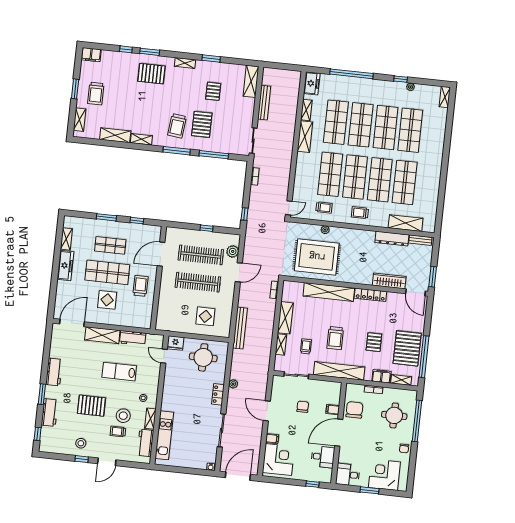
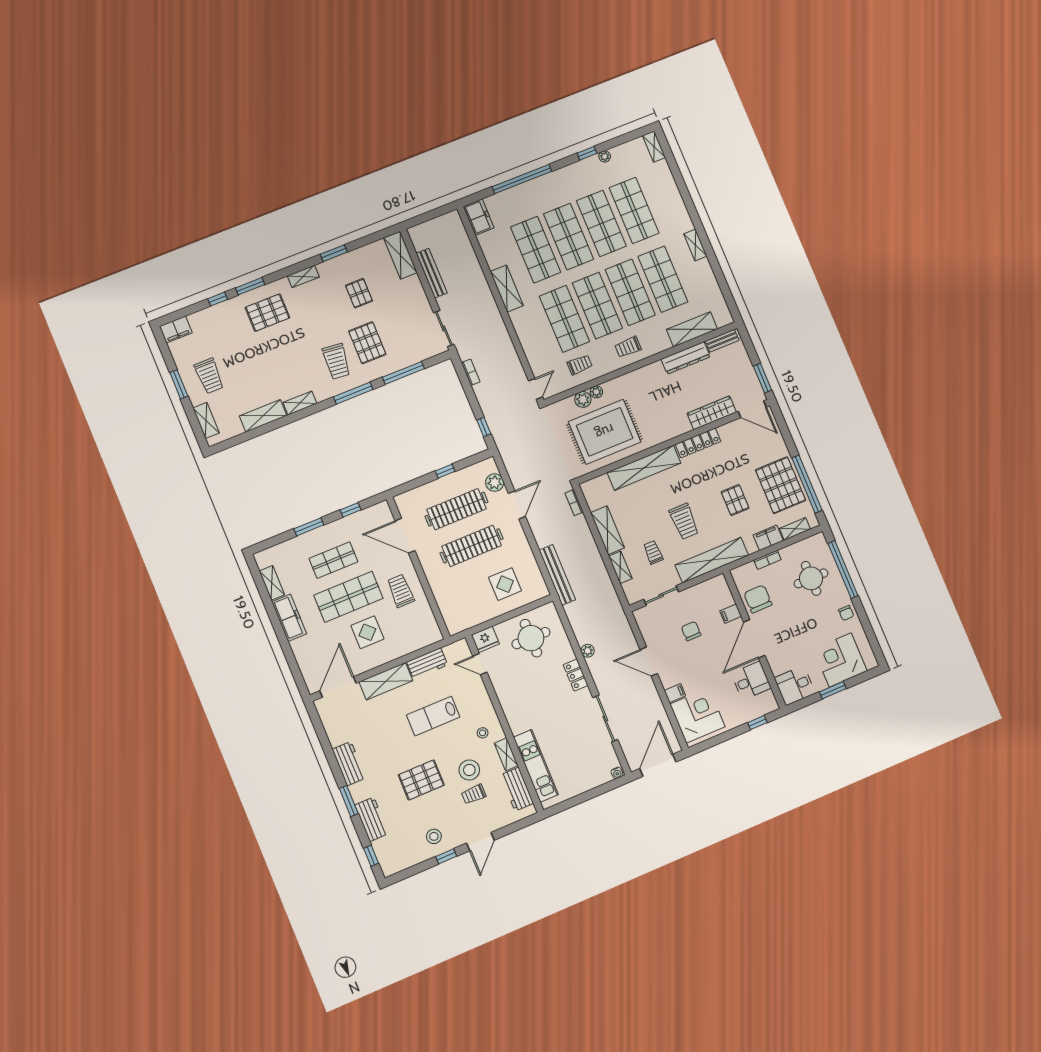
shelving: (306, 110) -> (695, 245), moved
plant: (314, 230) -> (583, 399), added
door: (161, 254) -> (405, 536), hinge flipped

